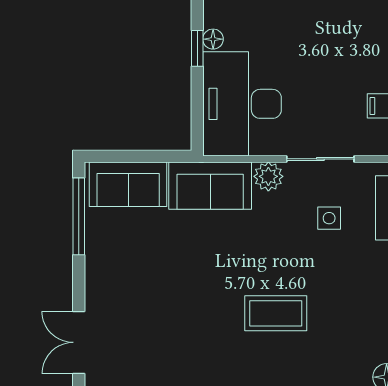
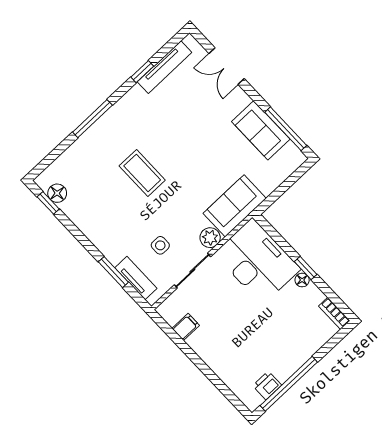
sofa: (128, 184) -> (261, 130), moved, turned -90
coffee table: (276, 313) -> (142, 173), turned 90
double door: (79, 342) -> (227, 66), swing flipped

